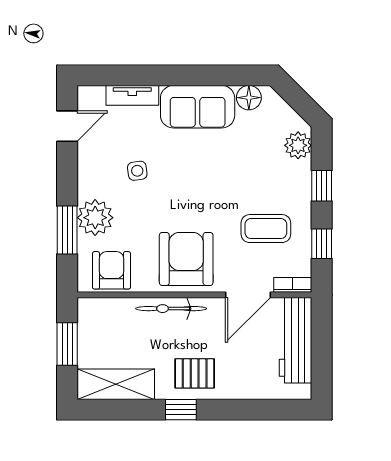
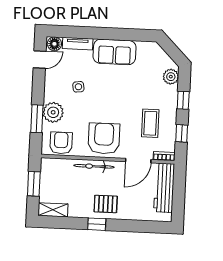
floor lamp: (249, 98) -> (54, 44), moved
coffee table: (266, 229) -> (150, 123), turned 90
shelving: (116, 384) -> (53, 210), width x0.67, depth x0.75

